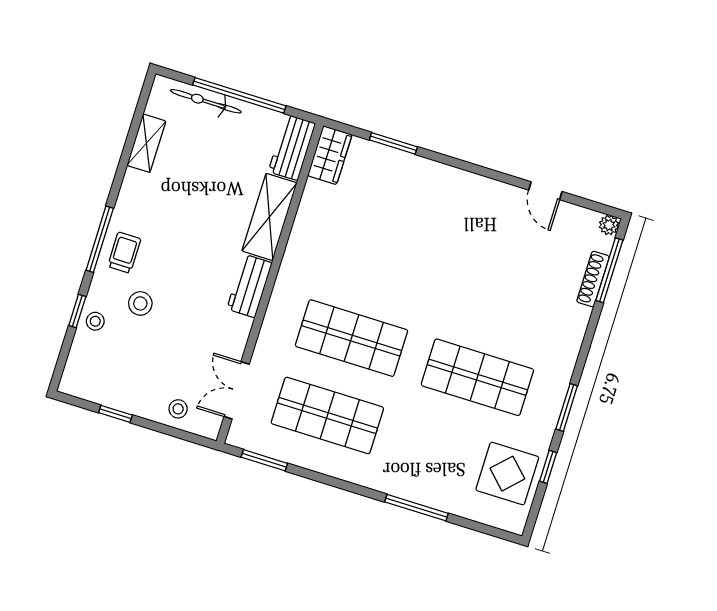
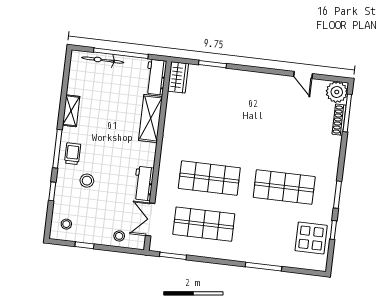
shelving: (146, 143) -> (71, 111), moved
plant: (609, 225) -> (337, 92), width x1.88, depth x1.88
workbench: (249, 286) -> (144, 184), moved
stool: (95, 321) -> (66, 224), moved

